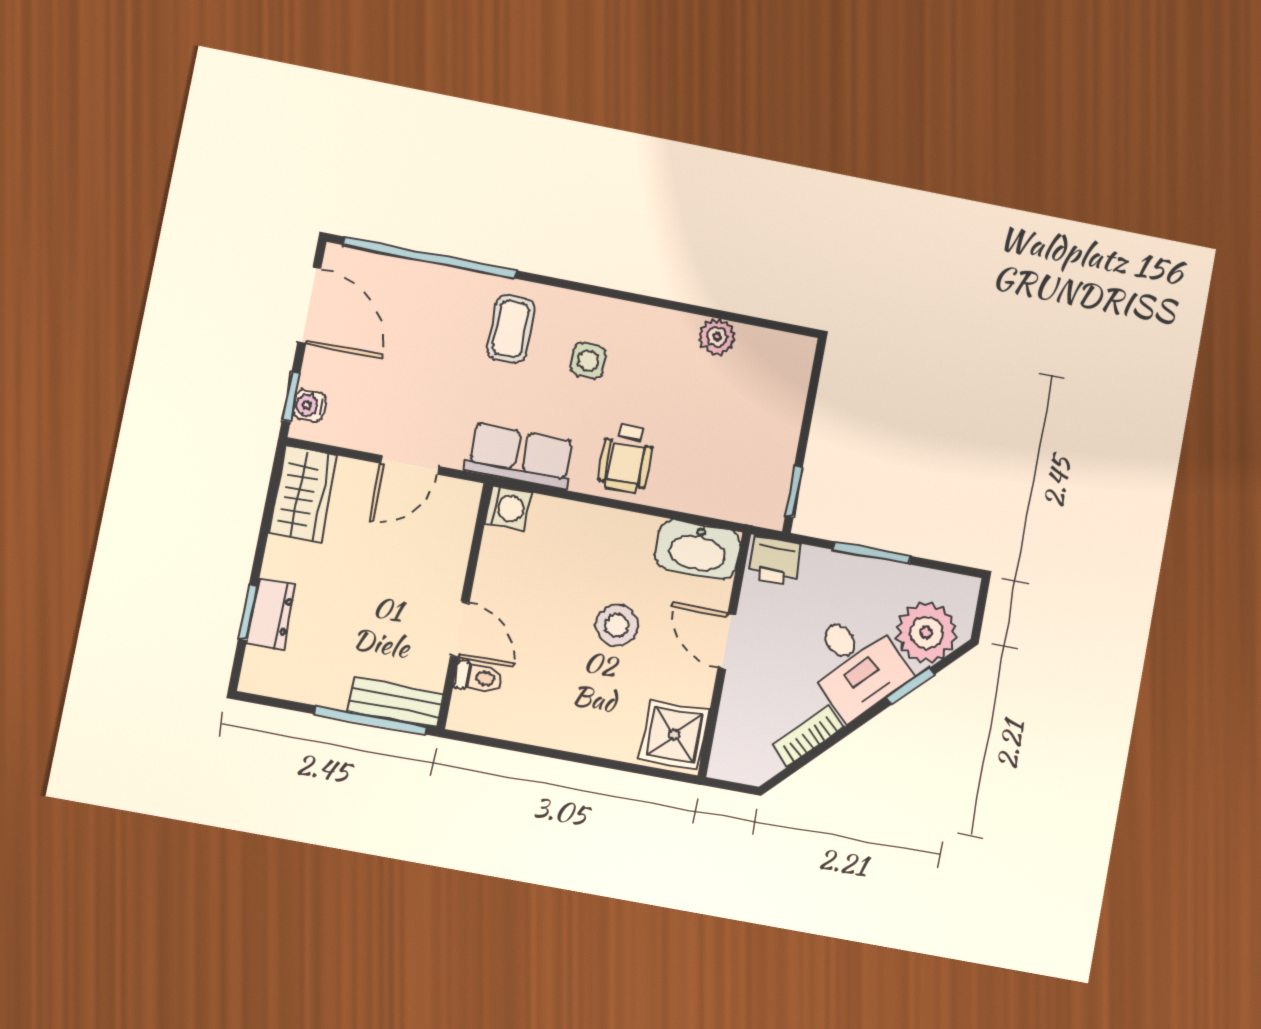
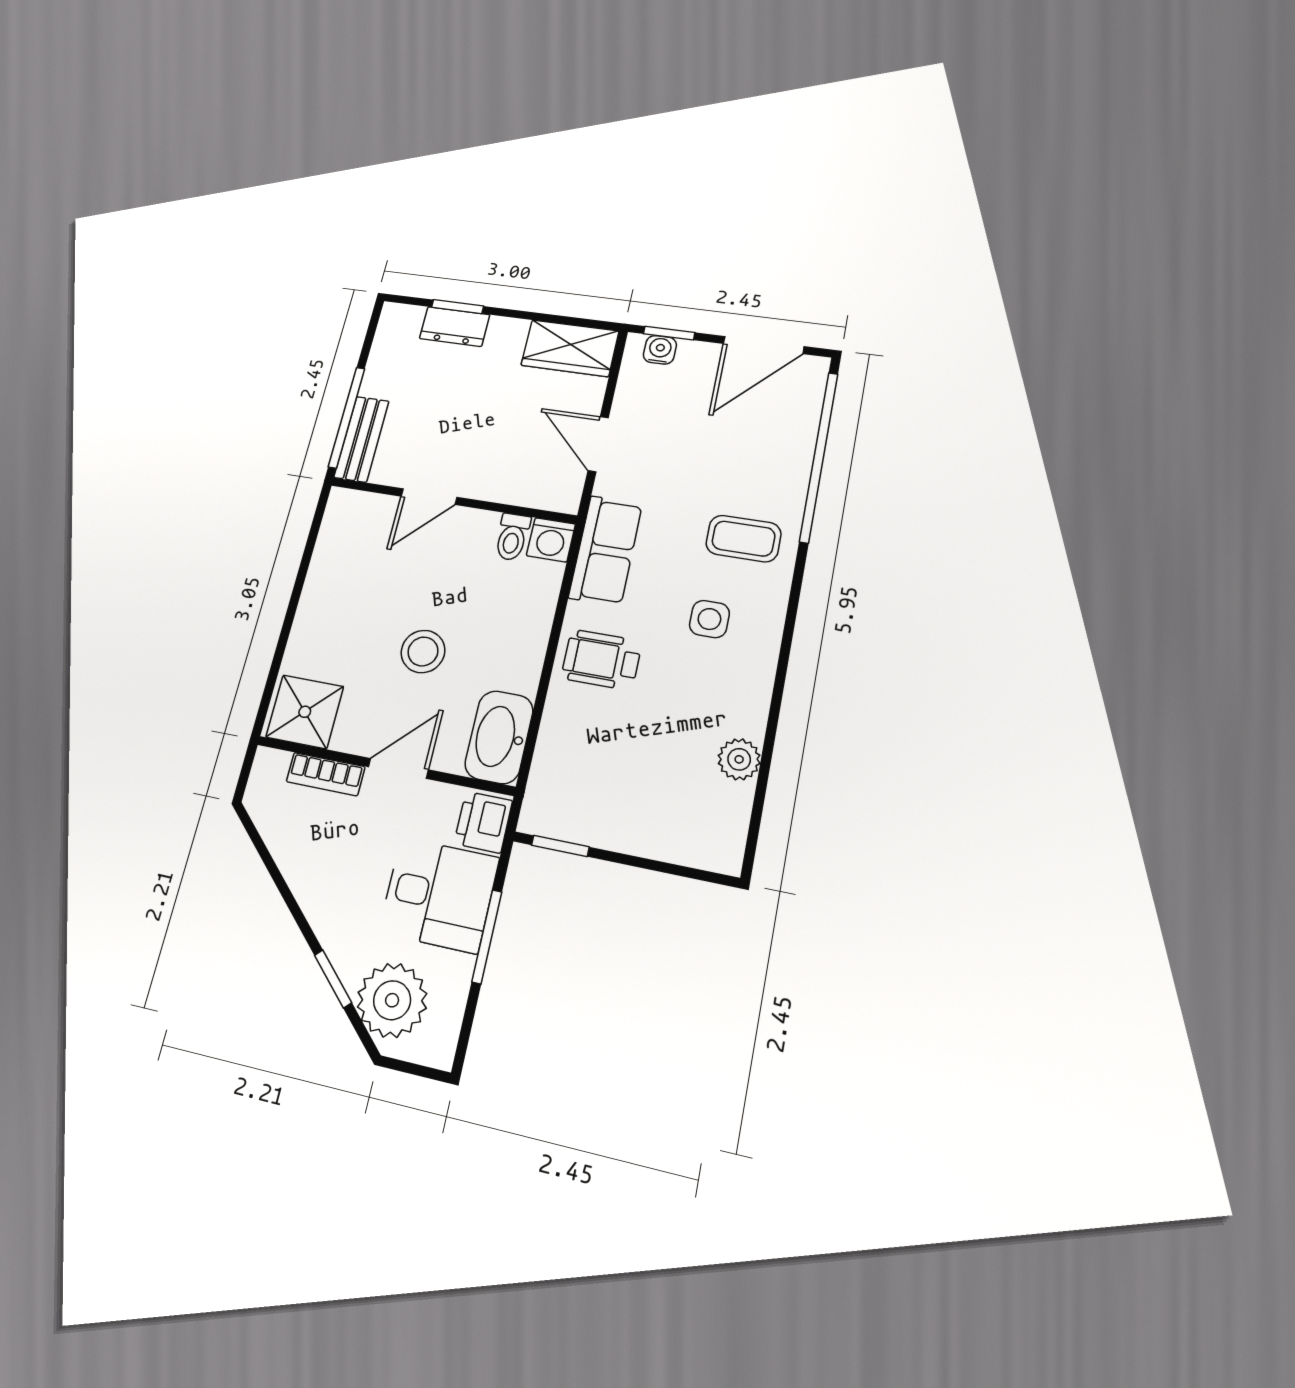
desk: (856, 664) -> (439, 895), moved, turned -135
toilet: (478, 677) -> (512, 537), moved
bookcase: (808, 736) -> (326, 774), moved, turned 135

